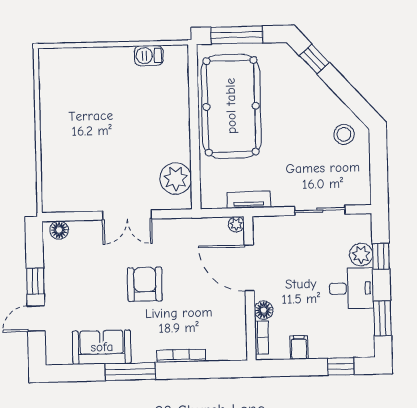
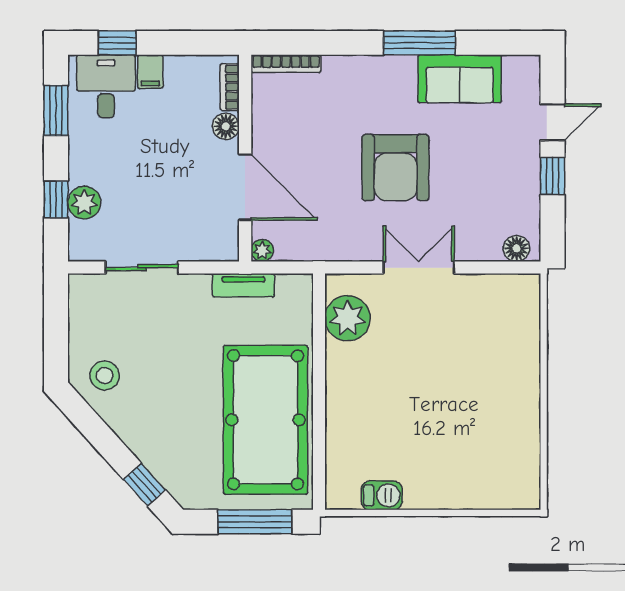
armchair: (145, 284) -> (396, 168), width x1.36, depth x1.36
desk: (351, 288) -> (106, 86), moved, turned 90
filing cabinet: (299, 347) -> (150, 72), moved
bookcase: (181, 356) -> (286, 64), moved

